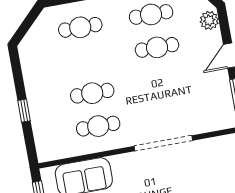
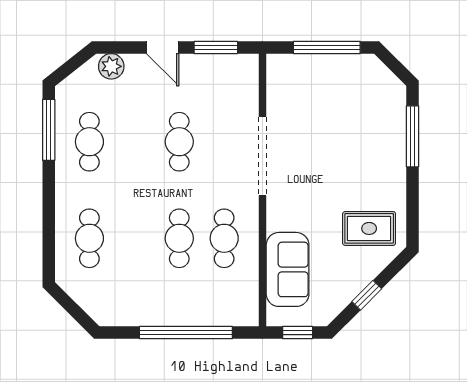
cafe table: (157, 47) -> (179, 142), moved
window: (24, 111) -> (186, 333), width x3.17

